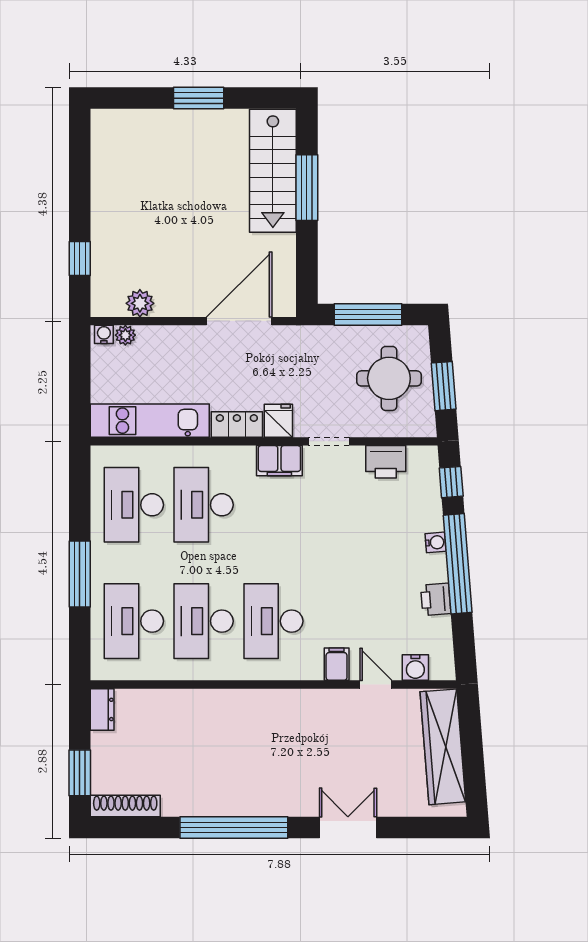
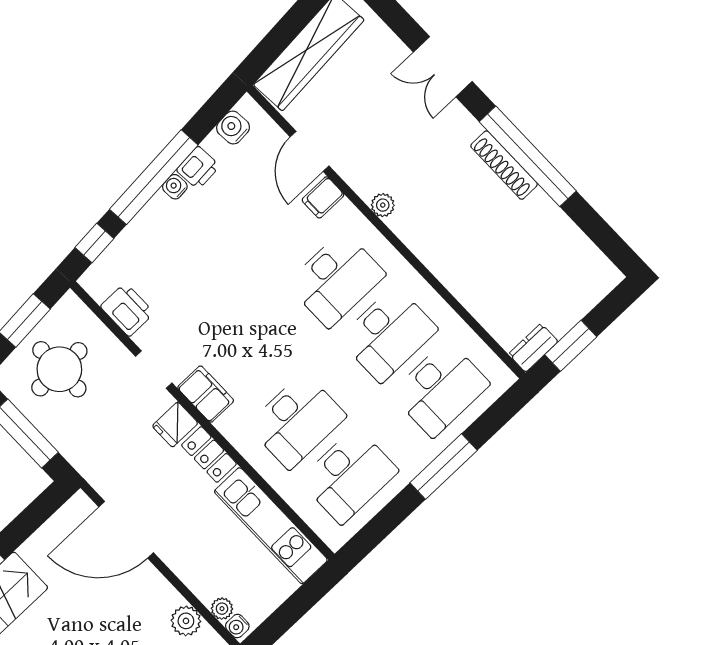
water cooler: (436, 542) -> (175, 187), moved
water cooler: (415, 668) -> (233, 128), moved, turned -94
door: (376, 685) -> (310, 151), width x1.38
plant: (293, 699) -> (383, 205), added
window: (80, 773) -> (571, 346), moved
shoe rack: (125, 806) -> (504, 165), moved

